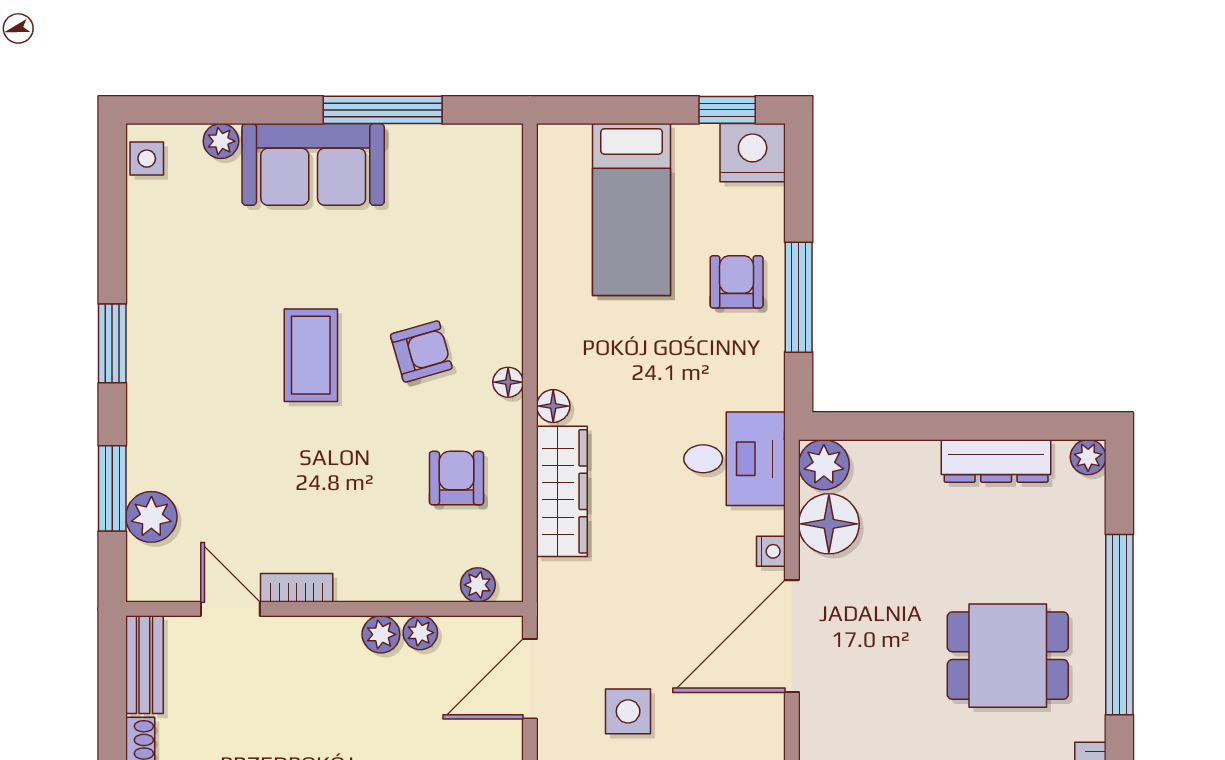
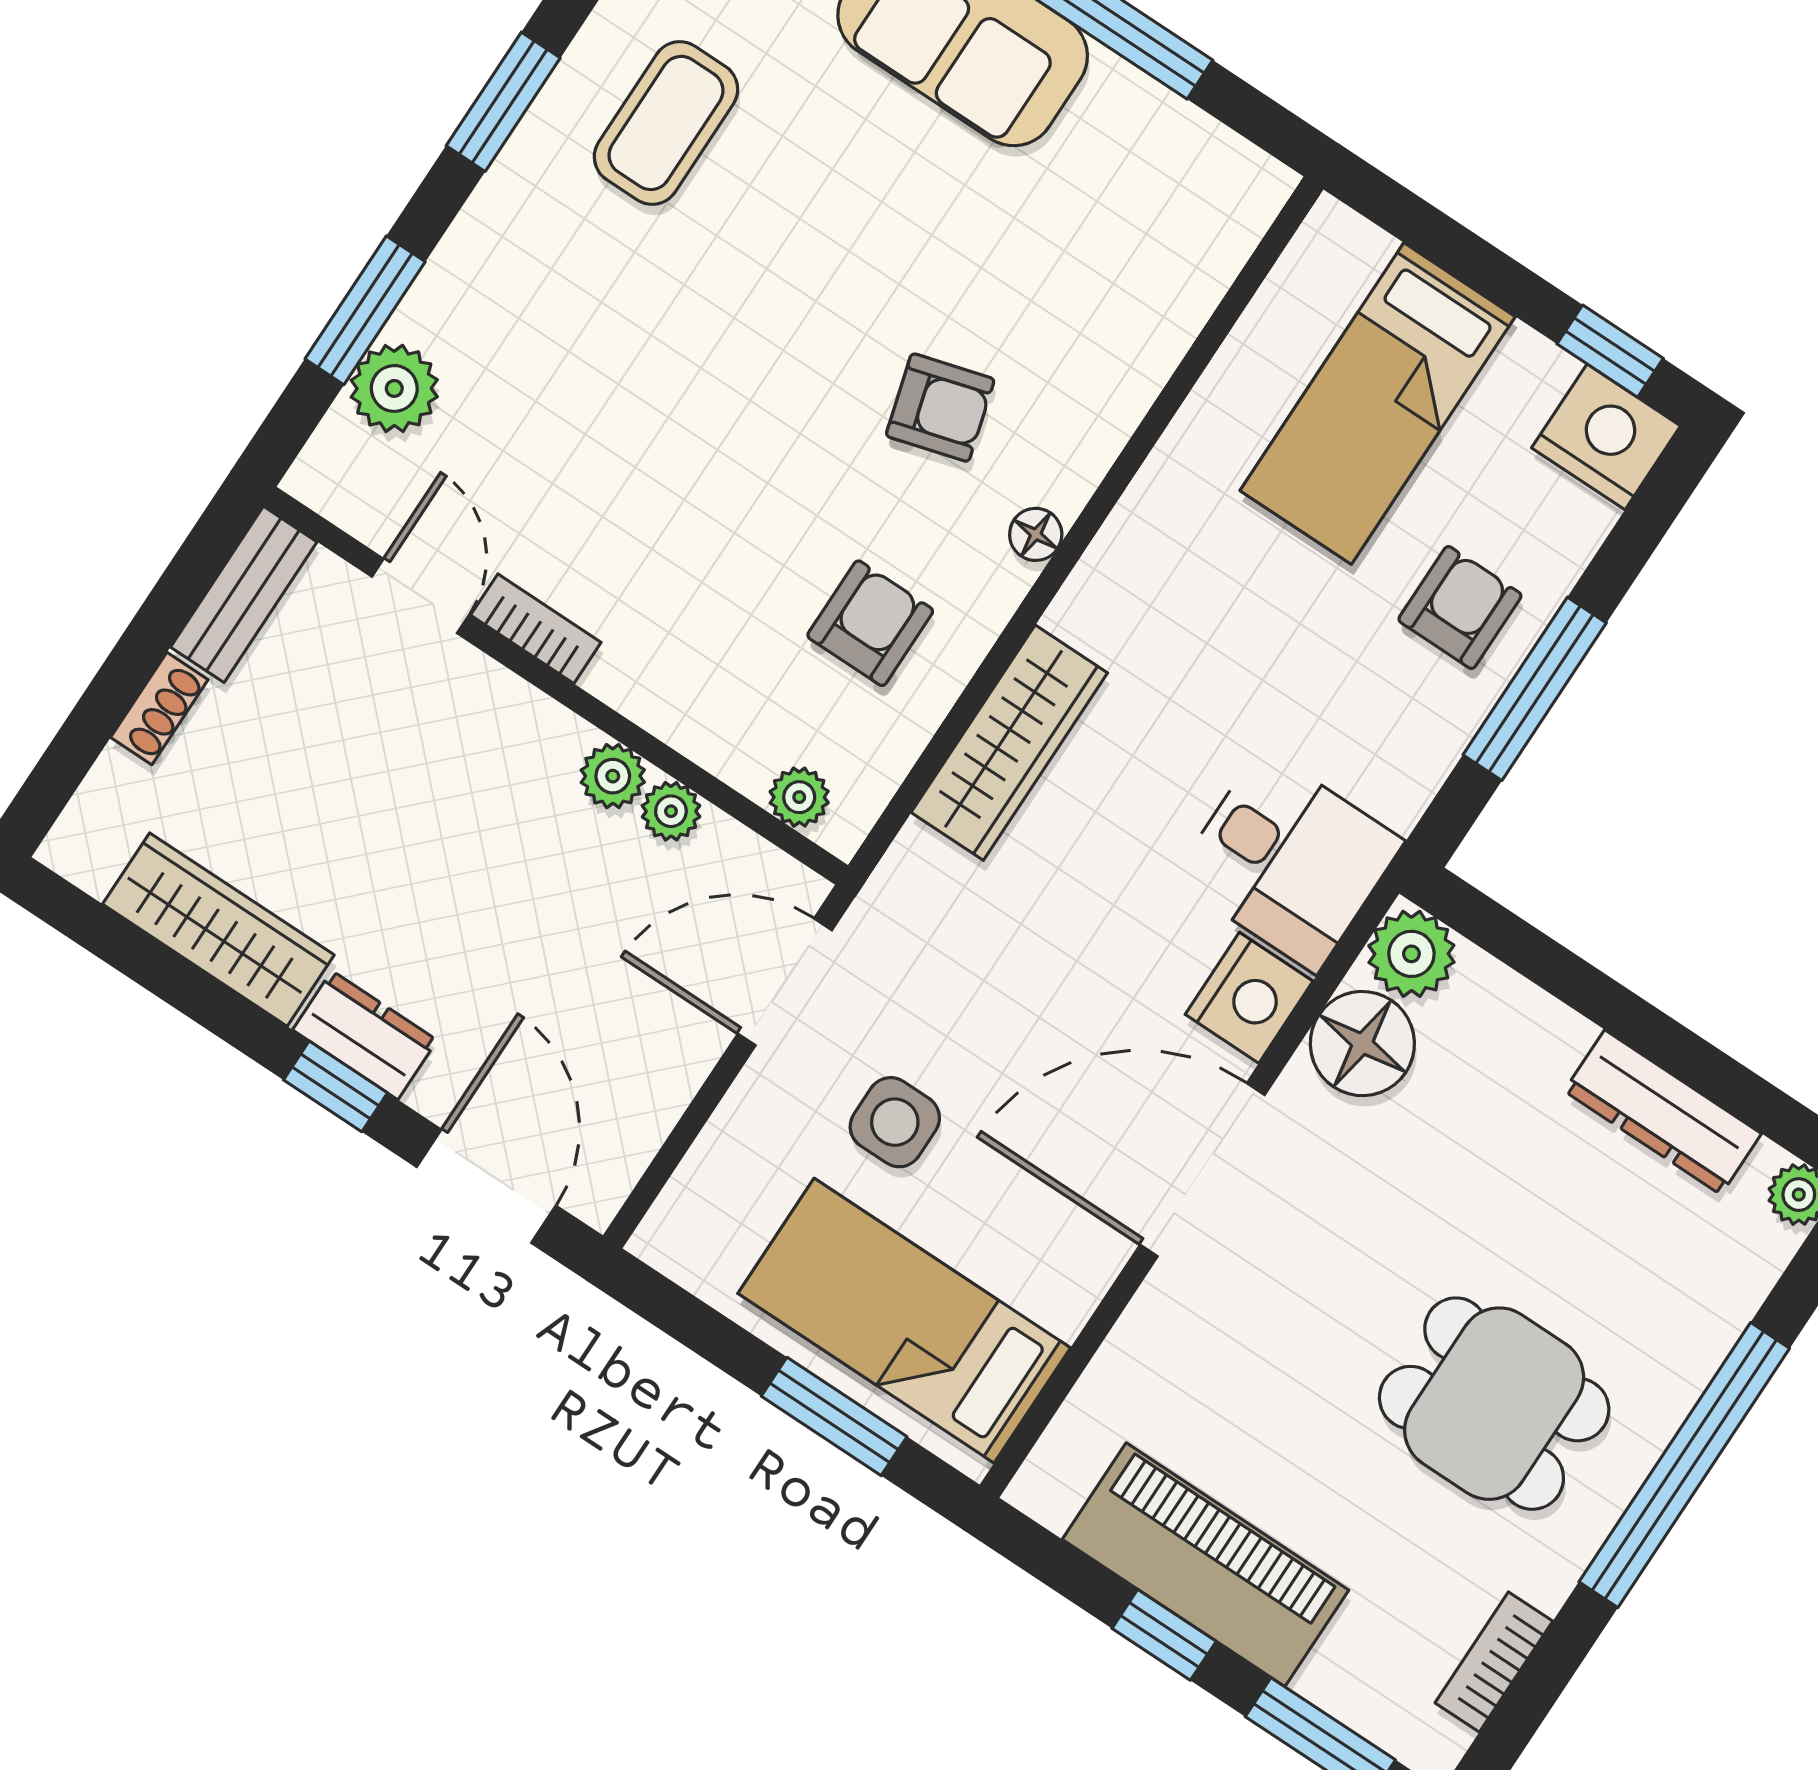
coffee table: (311, 355) -> (666, 123), moved
floor lamp: (553, 406) -> (1078, 612), removed
nightstand: (771, 551) -> (1249, 998), width x1.89, depth x1.79

